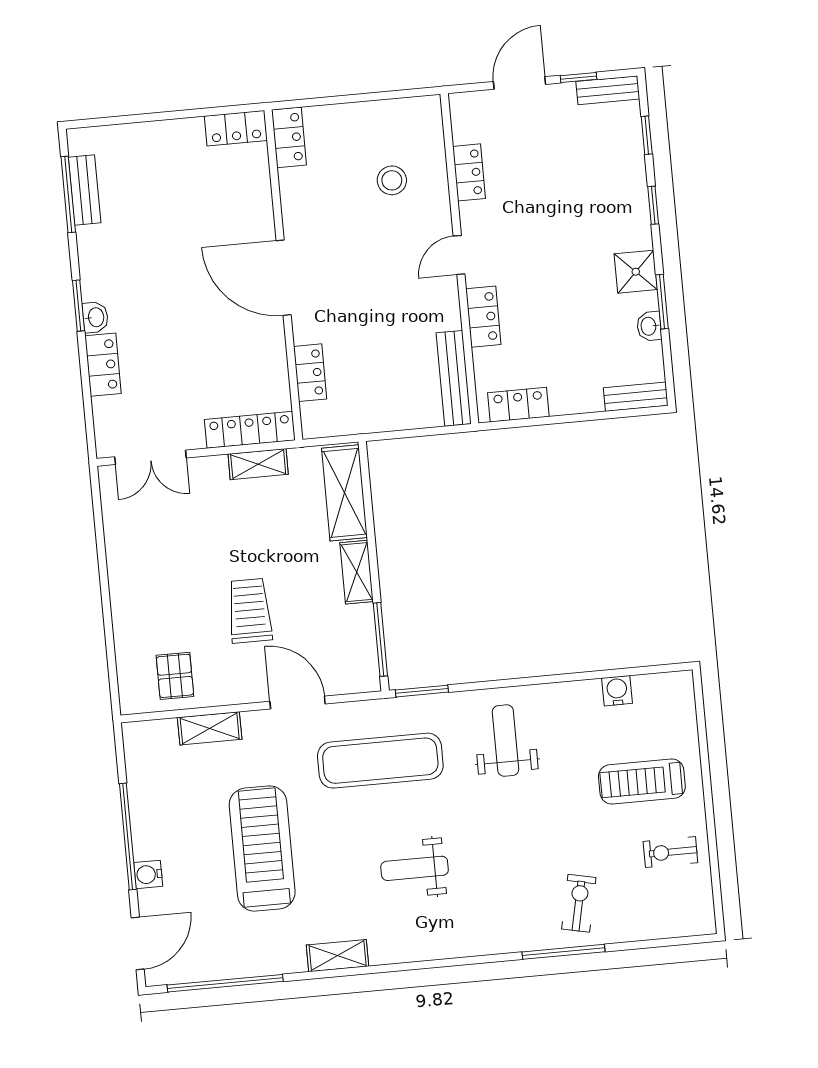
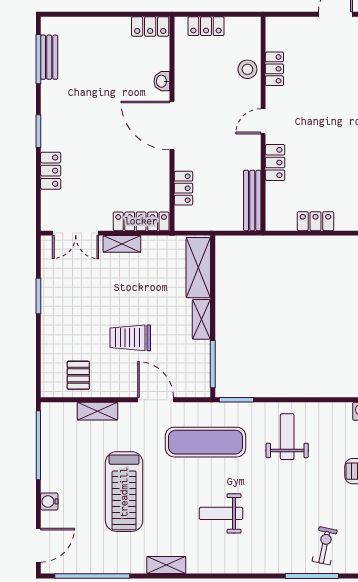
locker: (289, 137) -> (206, 26), moved, turned 90
locker: (469, 172) -> (274, 69), moved
door: (459, 255) -> (263, 121), moved
wall: (459, 259) -> (263, 124), moved
washbasin: (95, 317) -> (162, 81), moved, turned 180
locker: (483, 317) -> (275, 163), moved
bench: (454, 378) -> (252, 200), moved
shelving: (258, 464) -> (122, 244), moved
window: (102, 559) -> (38, 296), added
trolley: (250, 611) -> (130, 338), turned -90
window: (128, 837) -> (38, 445), moved
treadmill: (262, 849) -> (124, 492), turned 180

